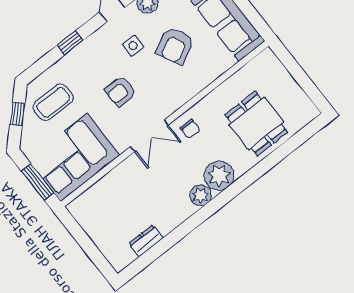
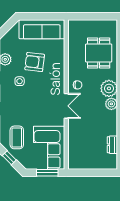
armchair: (175, 46) -> (35, 62), turned 123
armchair: (121, 91) -> (36, 103), removed
dining table: (256, 123) -> (99, 53), turned 90

